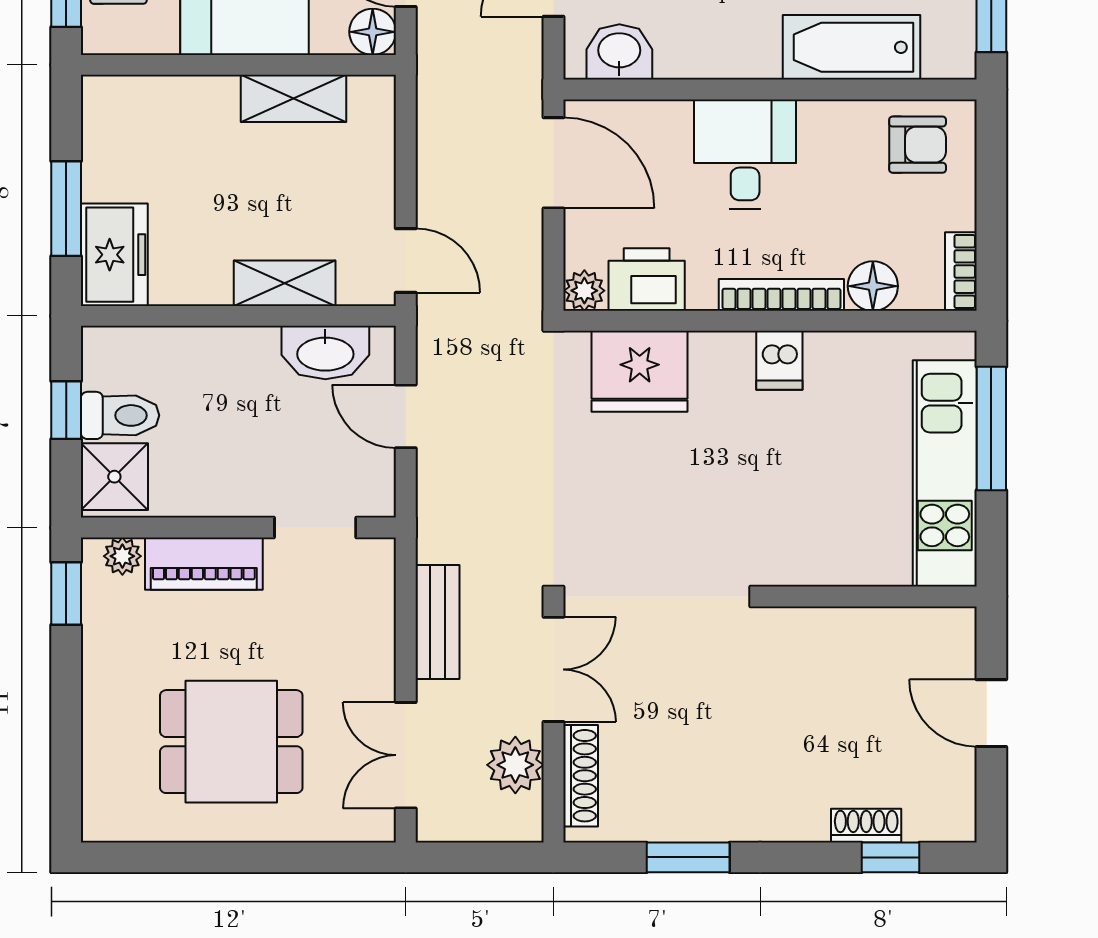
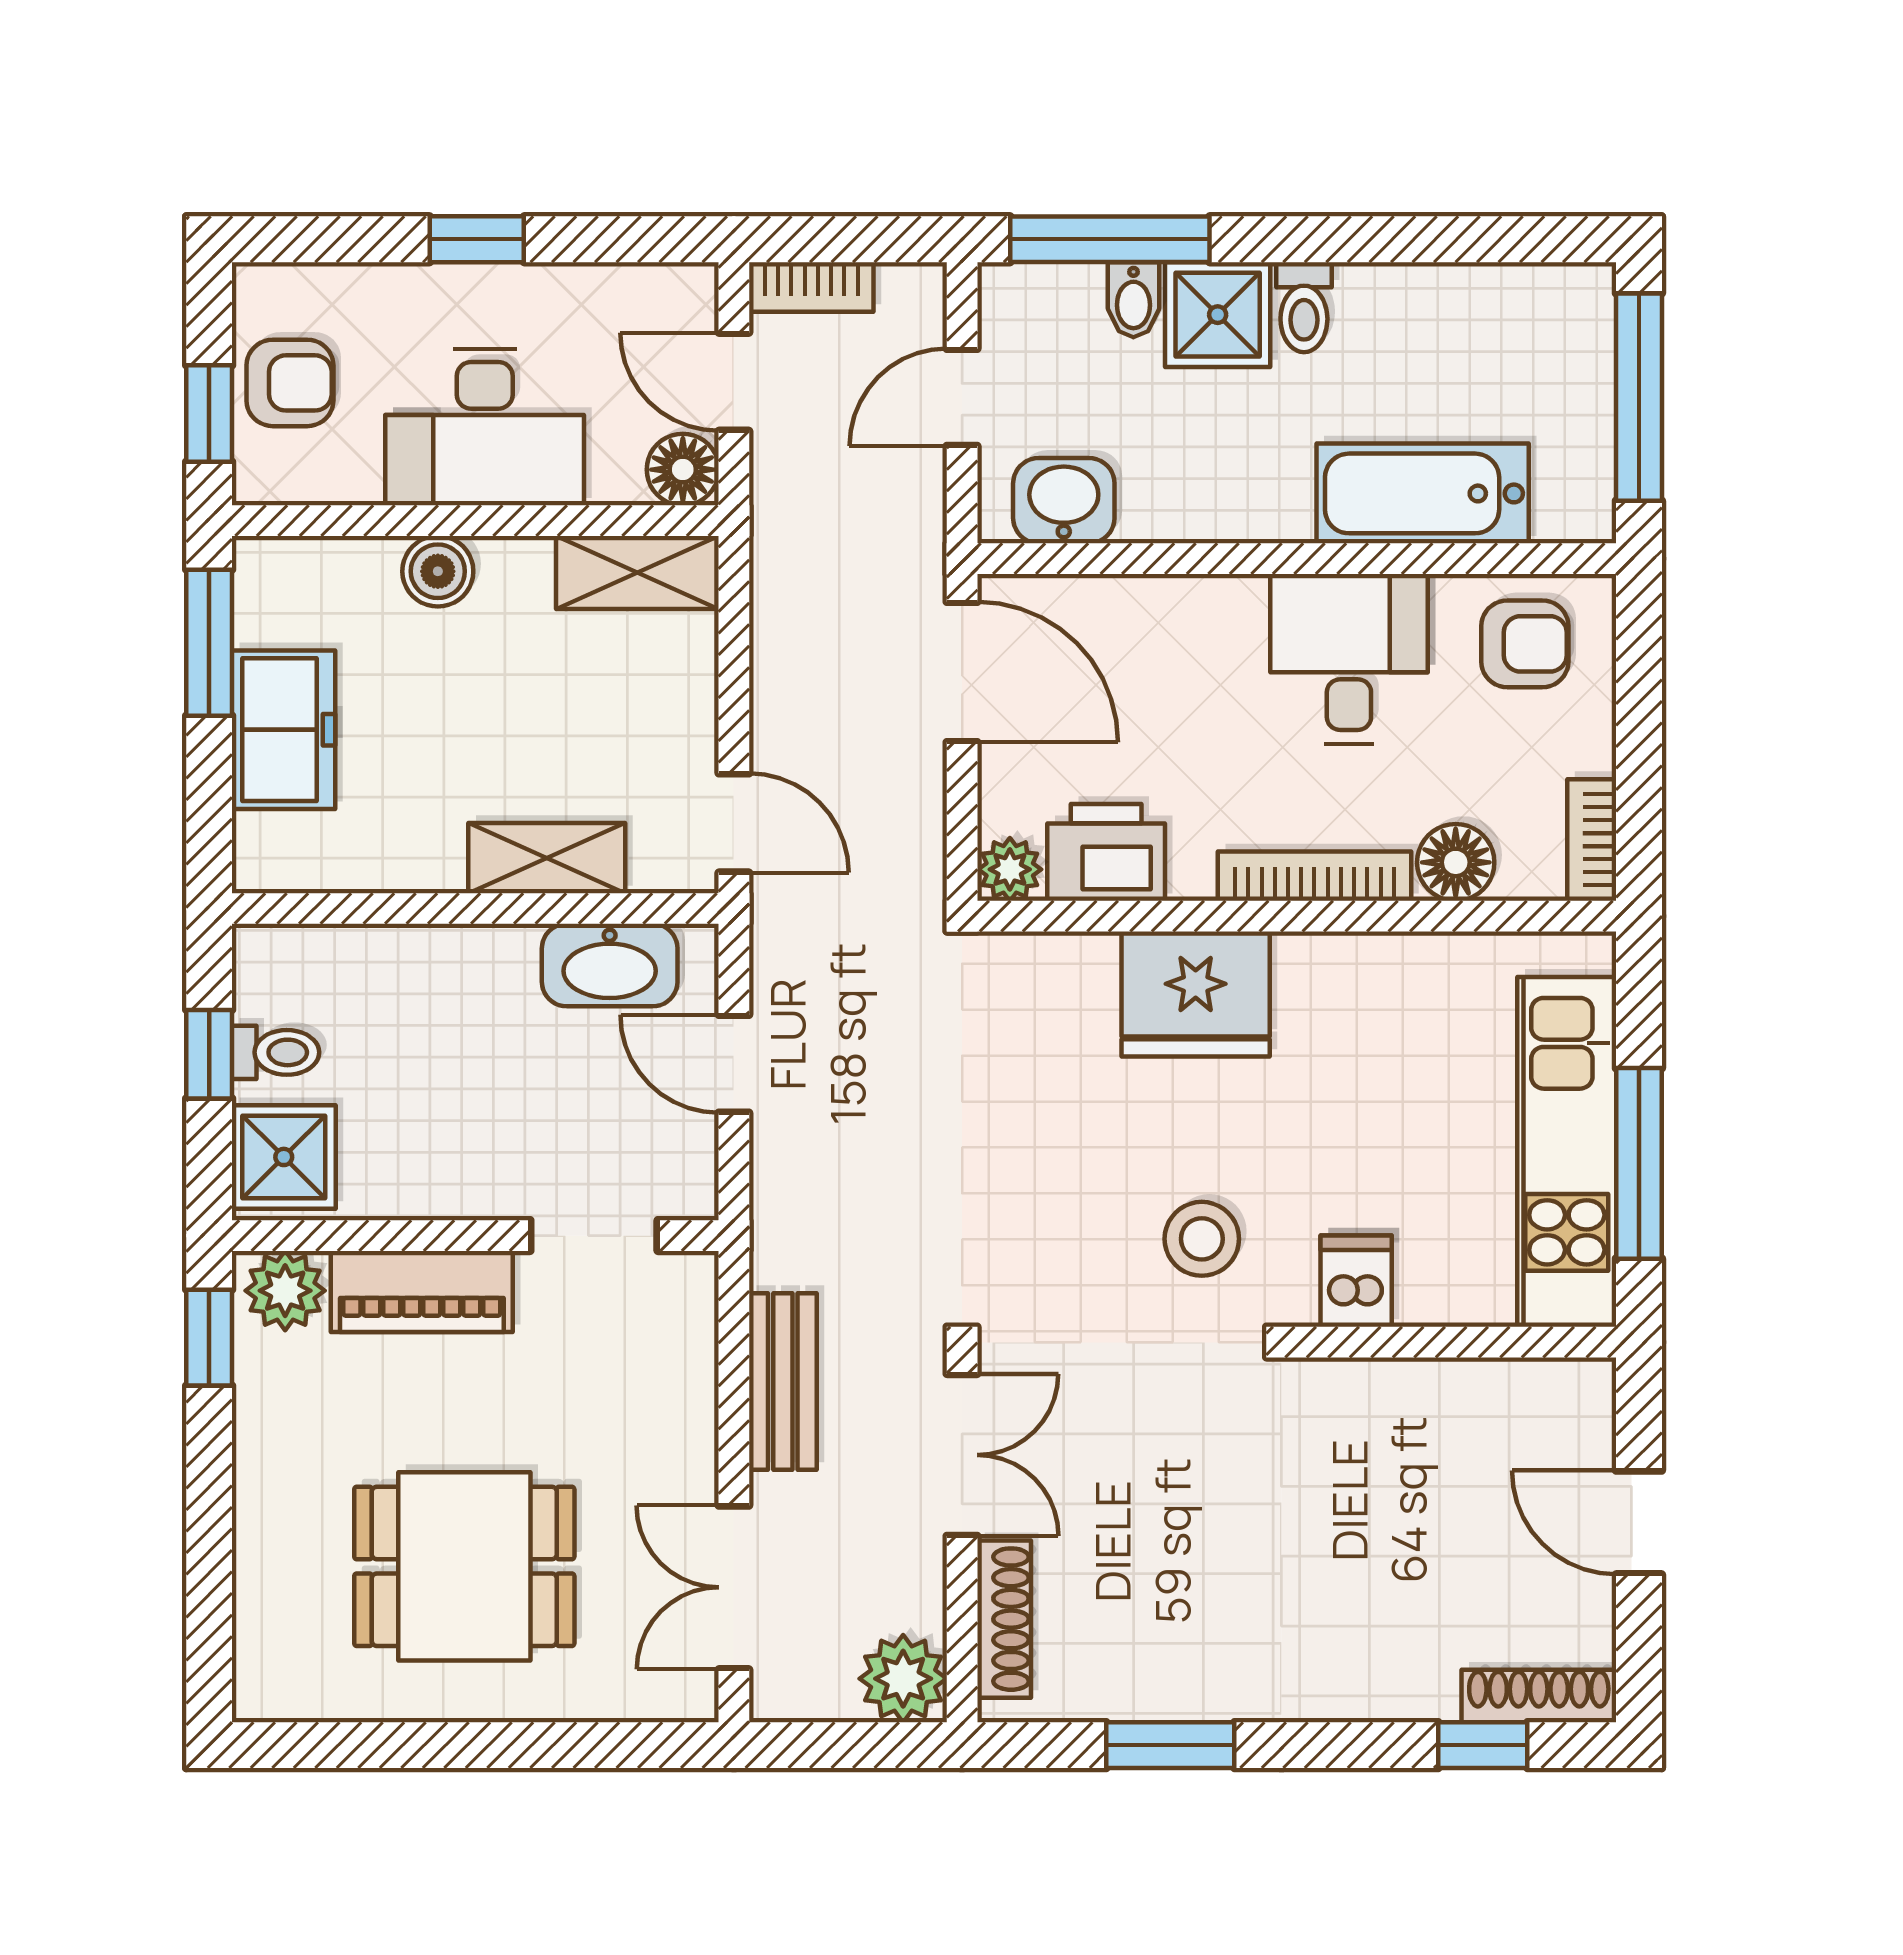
boiler: (214, 98) -> (438, 571), added
shelving: (294, 98) -> (637, 572), moved
desk: (745, 154) -> (1349, 659), moved
window: (66, 209) -> (209, 643), moved
freezer: (114, 255) -> (284, 730), moved
dishwasher: (779, 360) -> (1356, 1281), moved, turned 180
fridge: (640, 371) -> (1196, 994), moved
toilet: (120, 415) -> (276, 1052), width x0.73, depth x0.72
window: (991, 428) -> (1639, 1163), moved
stool: (709, 530) -> (1202, 1239), added
plant: (122, 556) -> (285, 1291), width x1.38, depth x1.38
plant: (515, 765) -> (903, 1679), moved
shoe rack: (866, 826) -> (1539, 1696), moved, width x1.43

